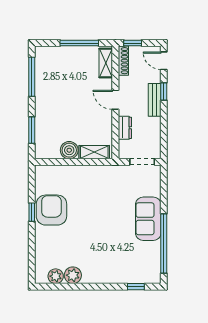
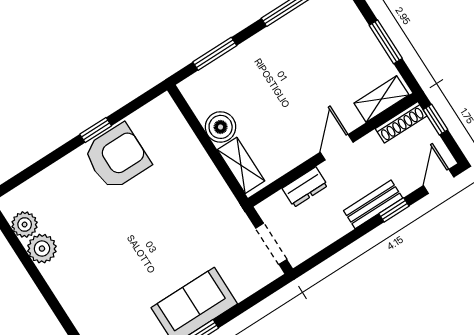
window: (79, 43) -> (386, 42), width x0.69

